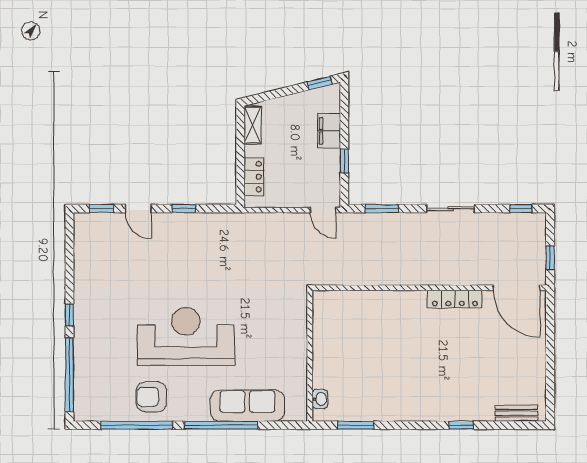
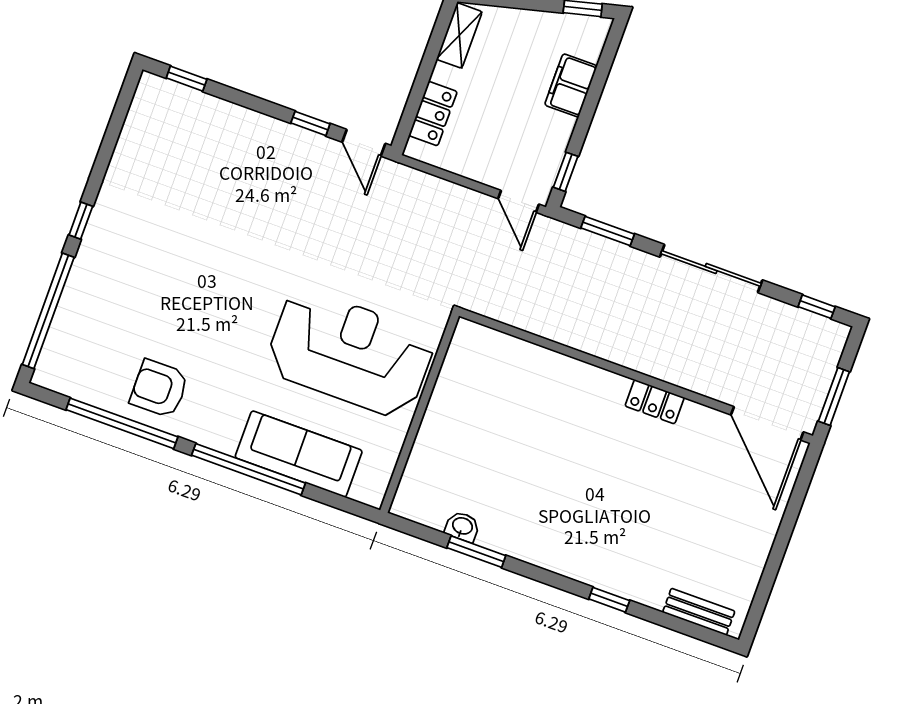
window: (344, 161) -> (566, 172), moved
door: (138, 209) -> (364, 143), moved
sliding door: (451, 209) -> (711, 268), width x1.37
window: (550, 258) -> (834, 397), width x1.50
locker: (455, 299) -> (655, 402), width x0.66
reception desk: (186, 336) -> (350, 353), moved
washbasin: (320, 399) -> (462, 527), moved, turned -90
window: (356, 425) -> (476, 552), moved

